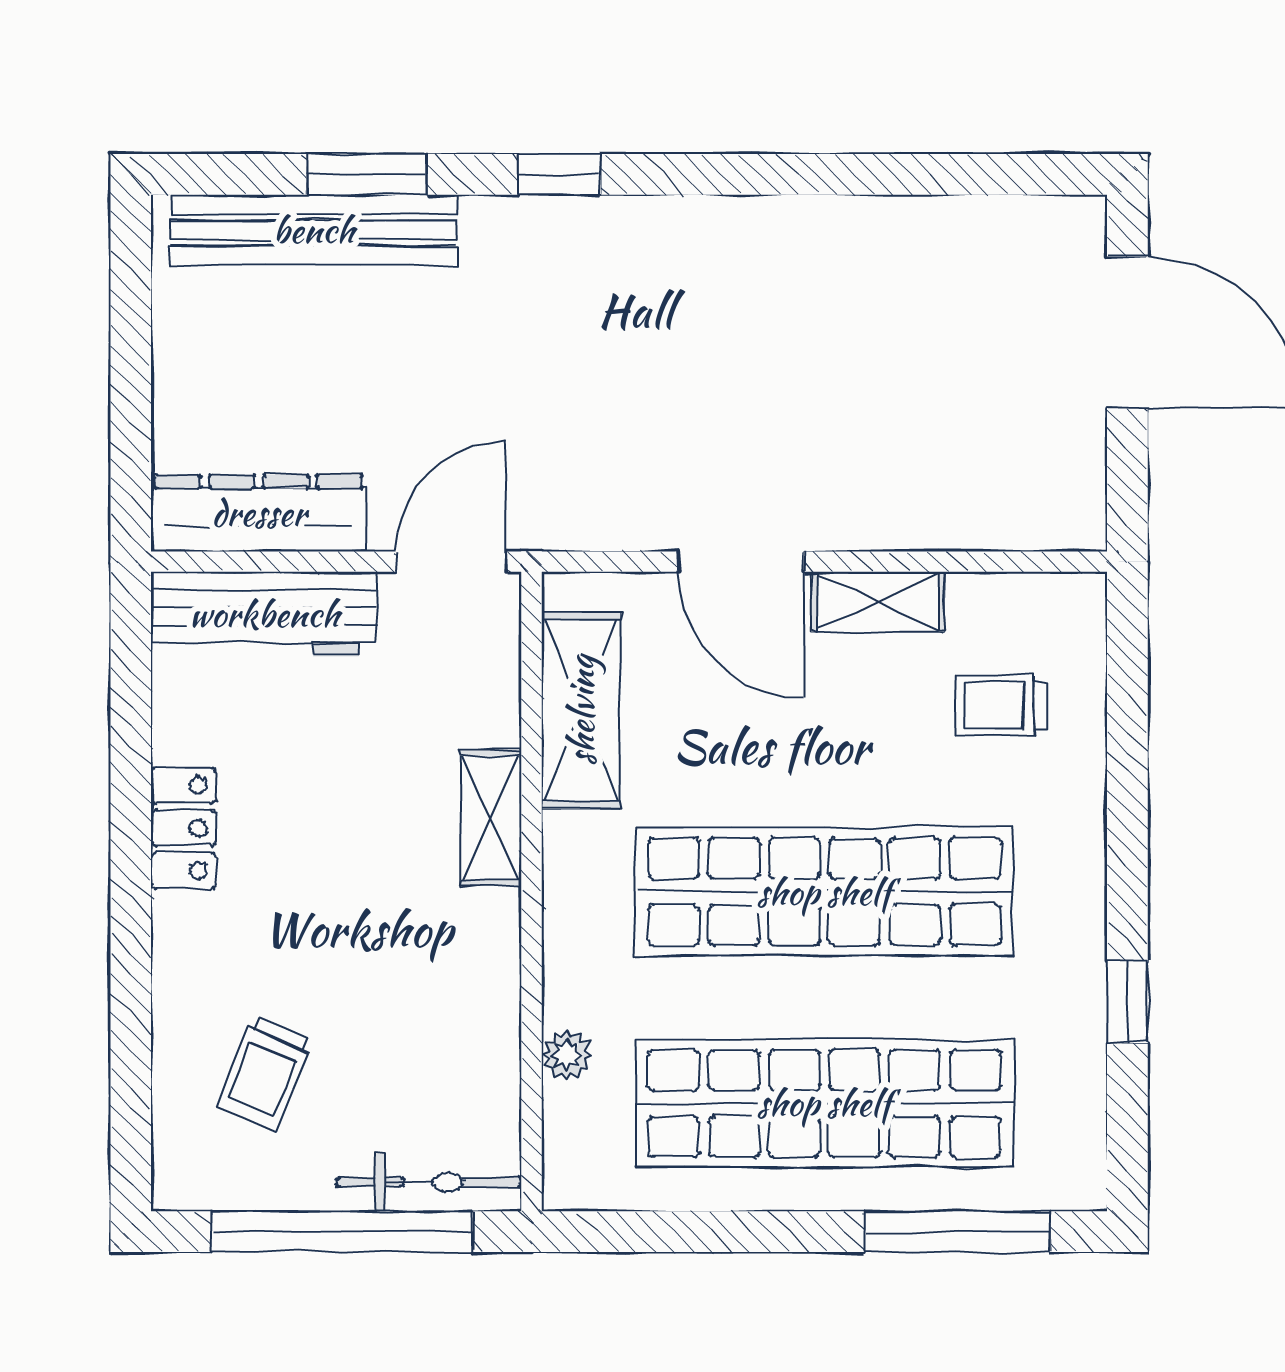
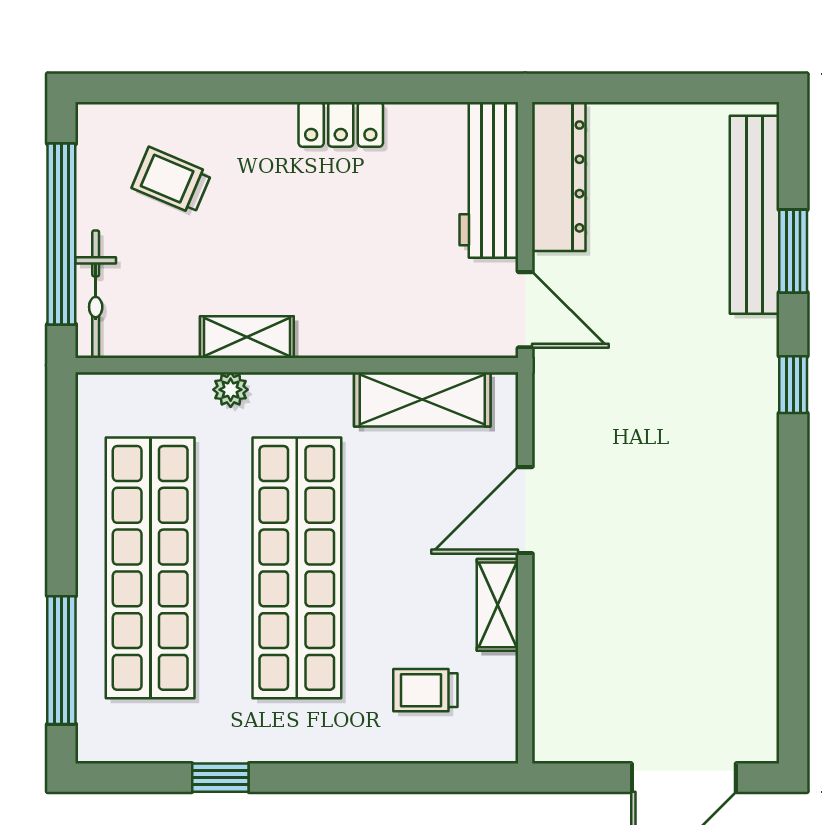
trolley: (1001, 706) -> (425, 690), turned -90
shelving: (491, 818) -> (247, 337), moved
plant: (567, 1055) -> (231, 390), moved

